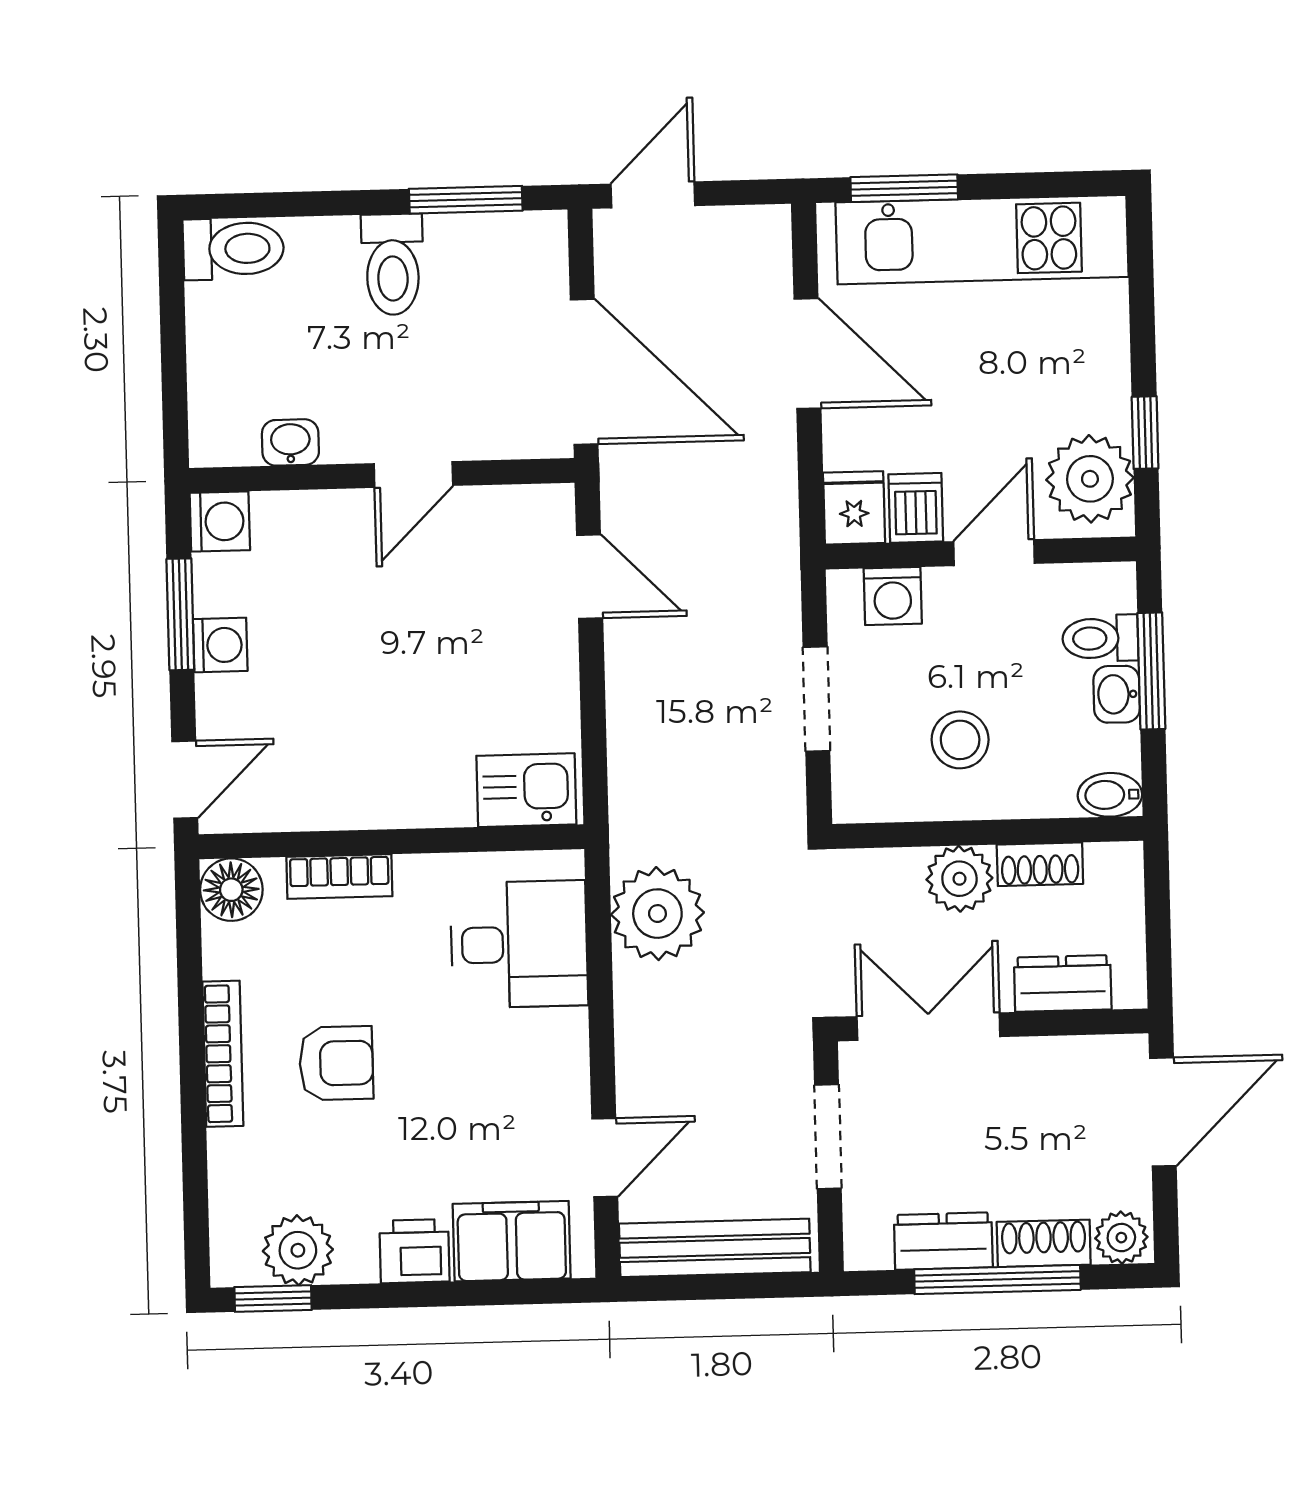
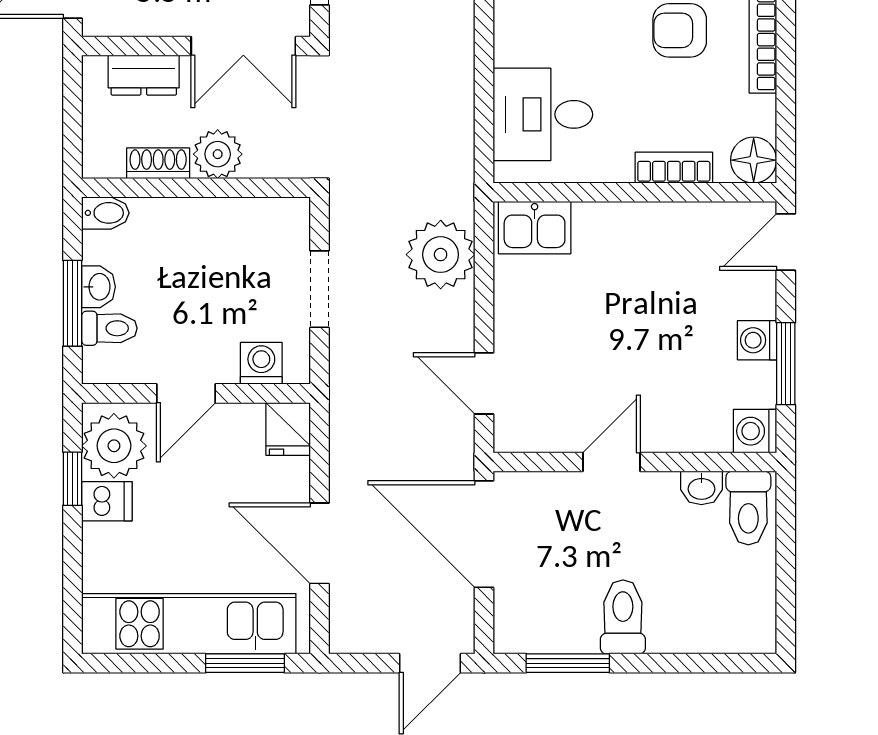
toilet: (233, 249) -> (748, 508), moved, turned -90
dishwasher: (916, 508) -> (107, 501), moved, turned -90
stool: (960, 740) -> (215, 256), removed
plant: (657, 914) -> (441, 255), moved

